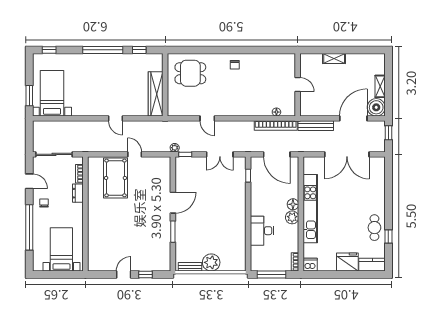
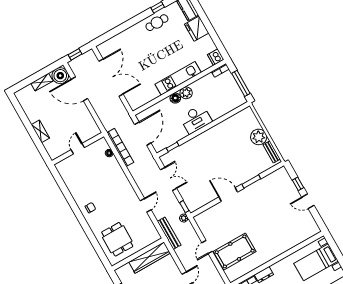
bench: (316, 126) -> (169, 233), moved
kitchen unit: (310, 209) -> (178, 78), width x0.73
desk: (262, 231) -> (196, 119), moved

